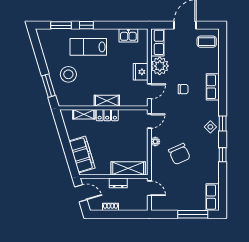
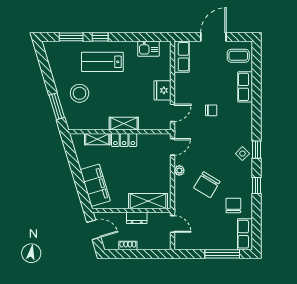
plant: (160, 66) -> (184, 84), removed
row of seats: (213, 87) -> (245, 87), moved
chair: (179, 154) -> (207, 185), turned 55
chair: (202, 172) -> (233, 205), added

